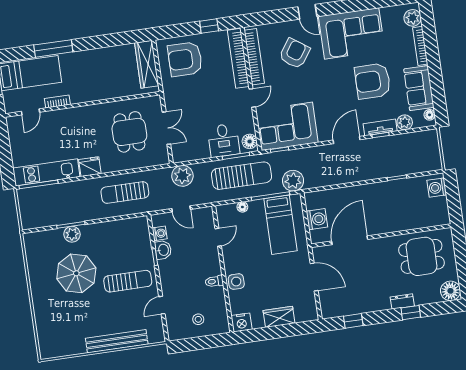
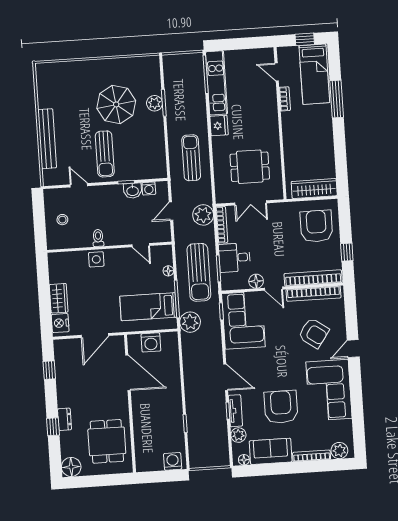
floor lamp: (250, 141) -> (256, 281), moved
bookcase: (191, 156) -> (222, 225), added
nightstand: (241, 322) -> (60, 323), moved

